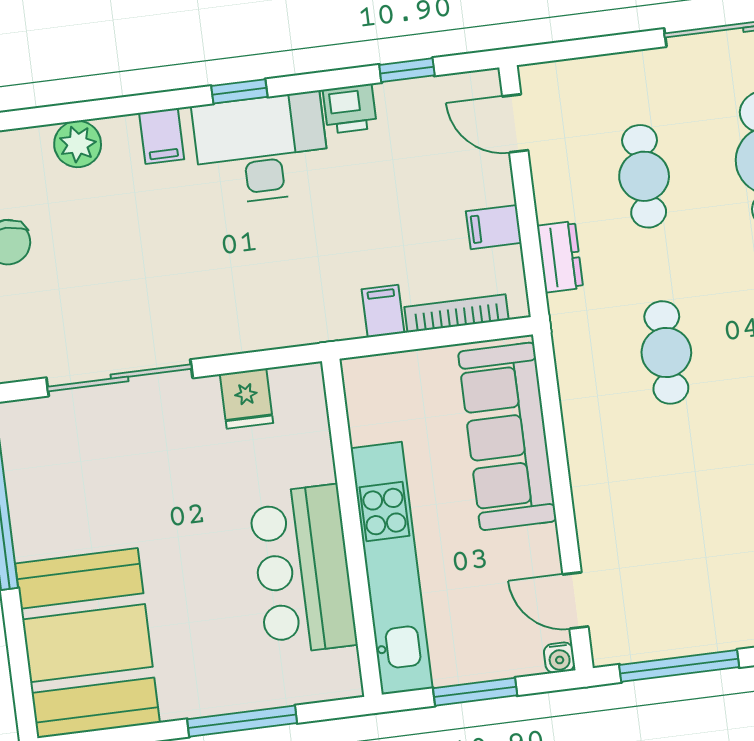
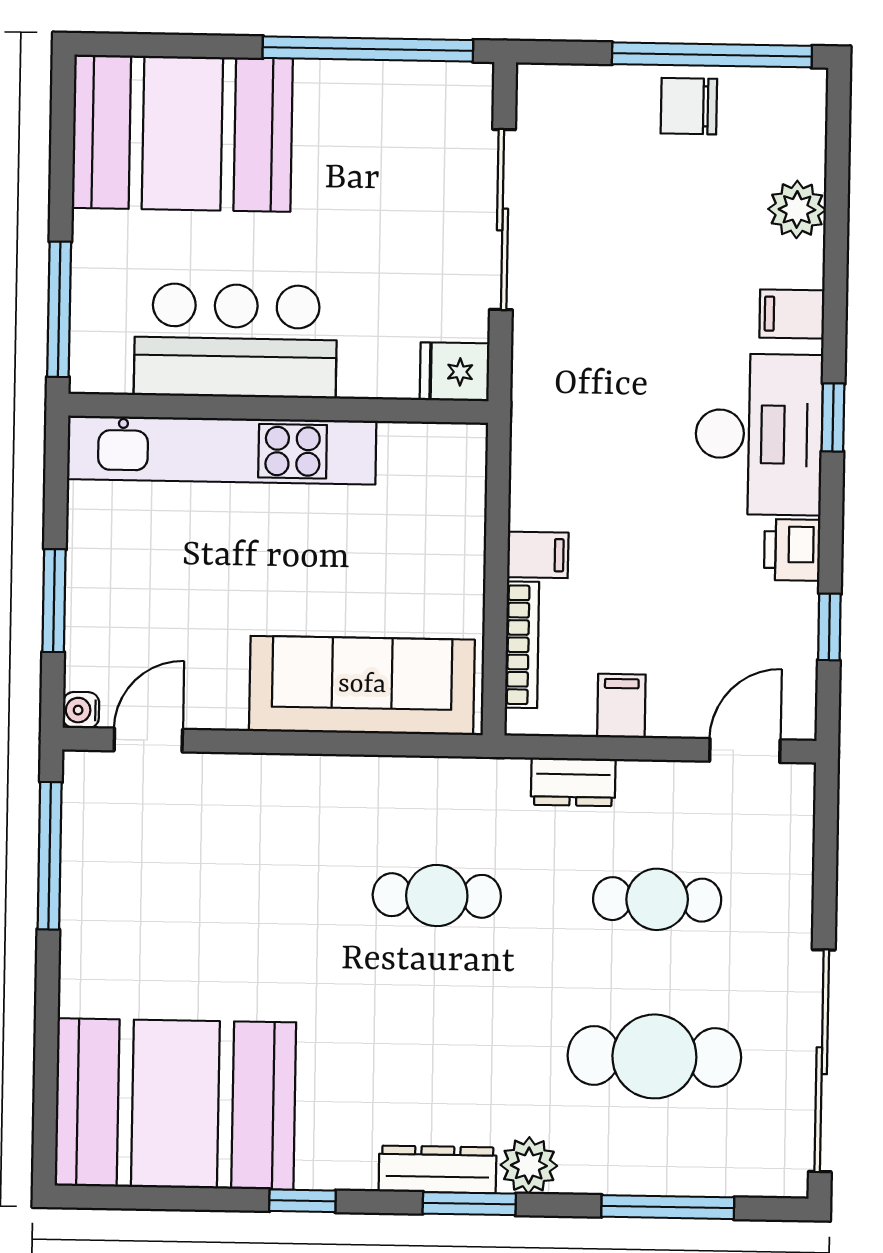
wall: (352, 528) -> (278, 408), moved
kitchen unit: (392, 568) -> (222, 450), moved
bar counter: (303, 570) -> (236, 341), moved

